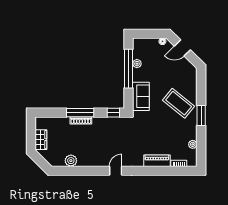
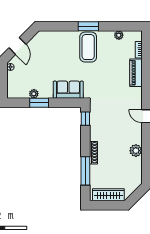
window: (129, 69) -> (39, 103), width x0.47
coffee table: (179, 103) -> (88, 47), moved, turned -39
window: (80, 113) -> (85, 171), moved
wardrobe: (41, 140) -> (108, 195), width x1.50
plant: (71, 161) -> (136, 151), moved

